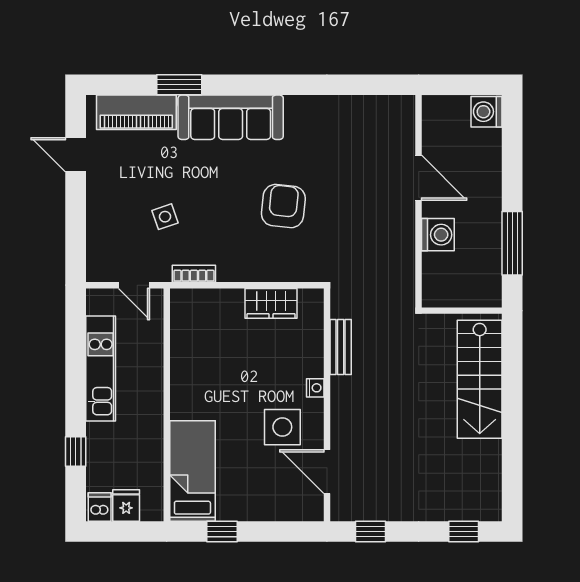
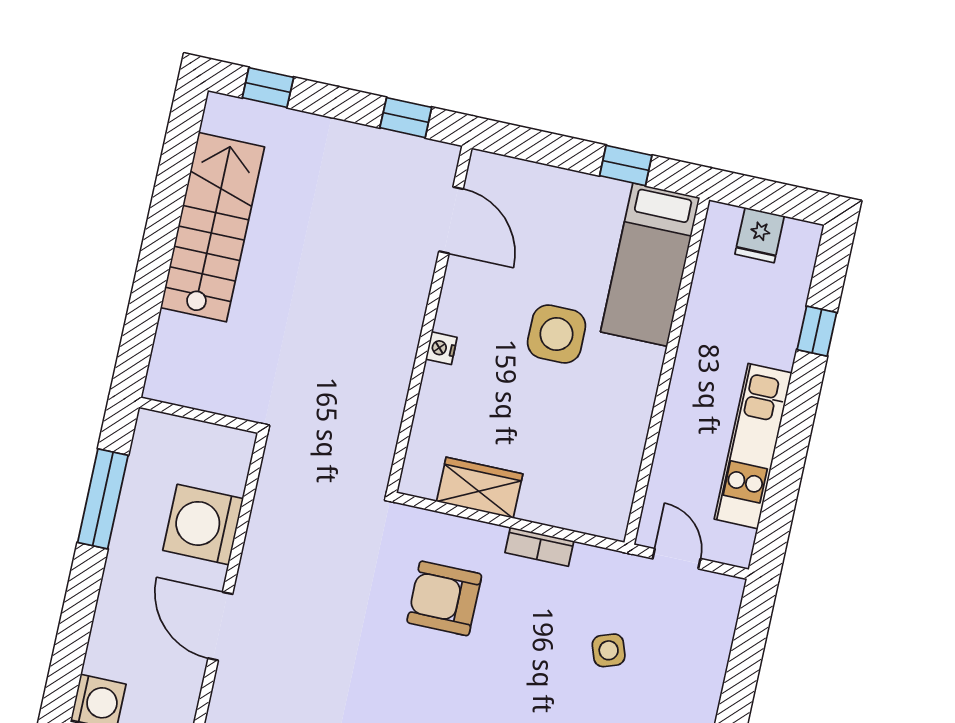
armchair: (283, 206) -> (444, 598), moved, turned 84
washing machine: (438, 235) -> (203, 525), width x1.37, depth x1.37
bookcase: (194, 274) -> (539, 547), moved
bench: (341, 347) -> (391, 401), removed
stairs: (480, 379) -> (213, 227), moved
side table: (282, 427) -> (557, 334), moved
dishwasher: (100, 507) -> (799, 241), removed

